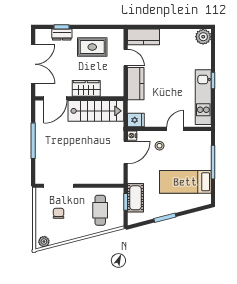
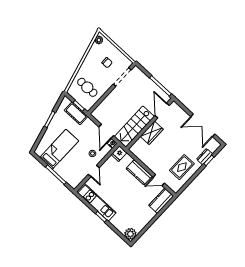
wardrobe: (86, 88) -> (152, 133), moved
door: (55, 98) -> (162, 111), moved
wall: (79, 98) -> (150, 124), moved
stairs: (96, 111) -> (134, 127), moved

